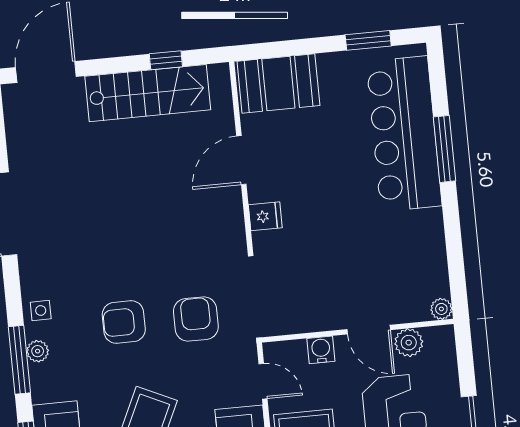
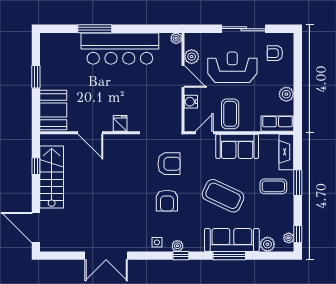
window: (368, 40) -> (36, 77), moved
bar counter: (404, 134) -> (120, 49), moved
armchair: (196, 319) -> (169, 164), turned 180
door: (369, 330) -> (183, 76), hinge flipped
window: (19, 360) -> (181, 256), width x0.46

